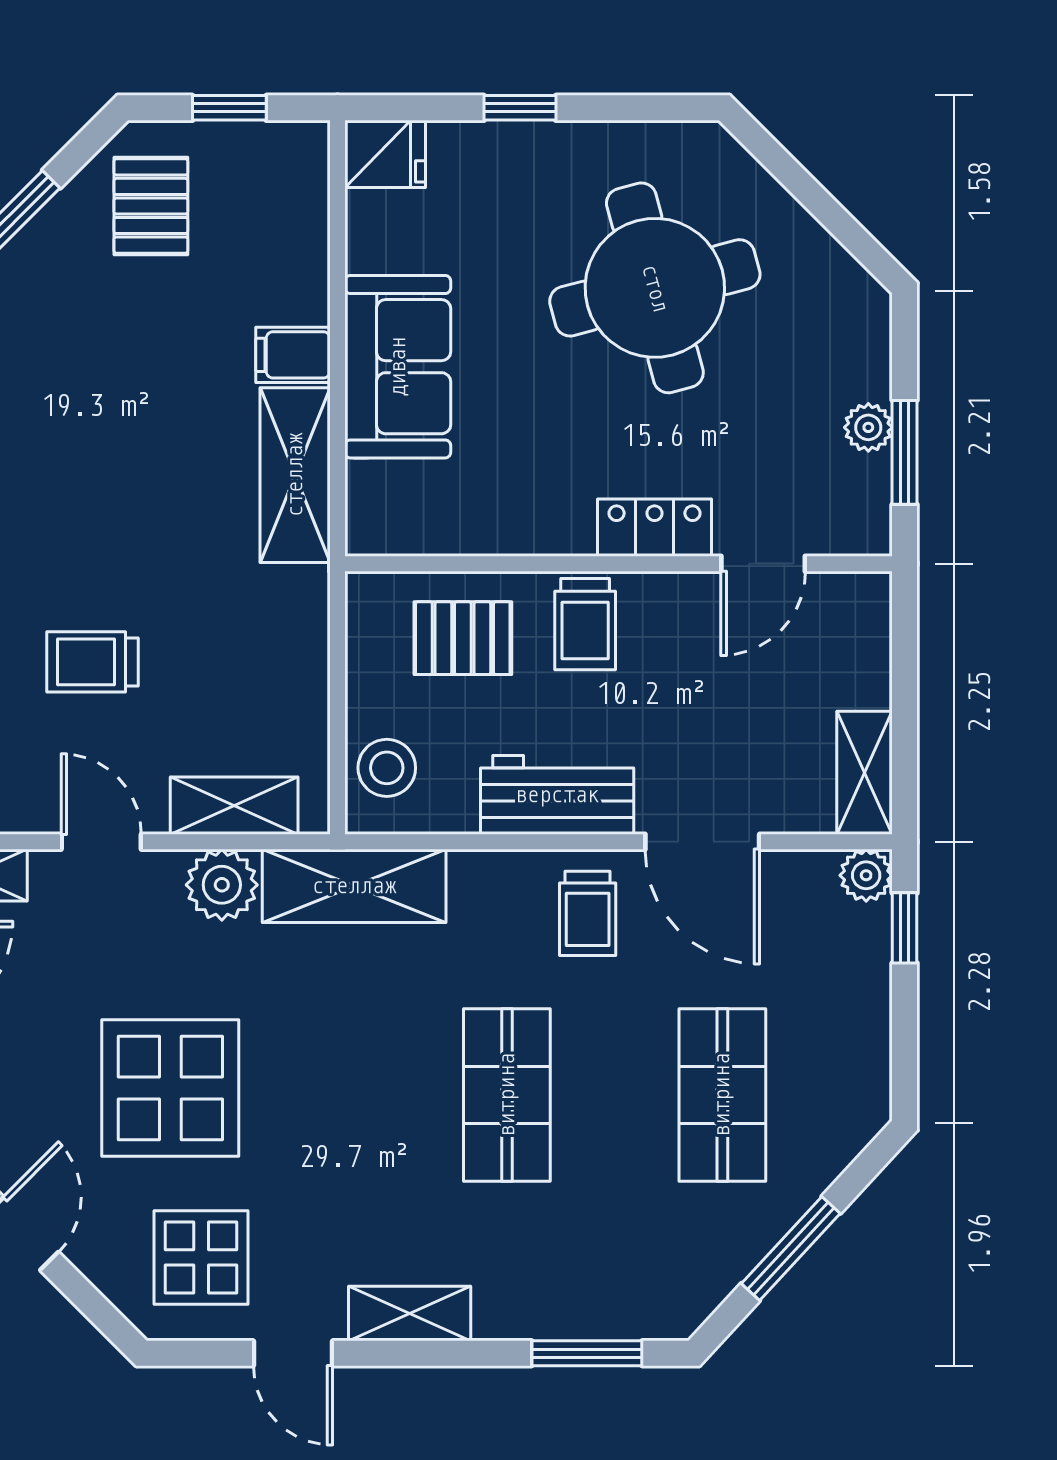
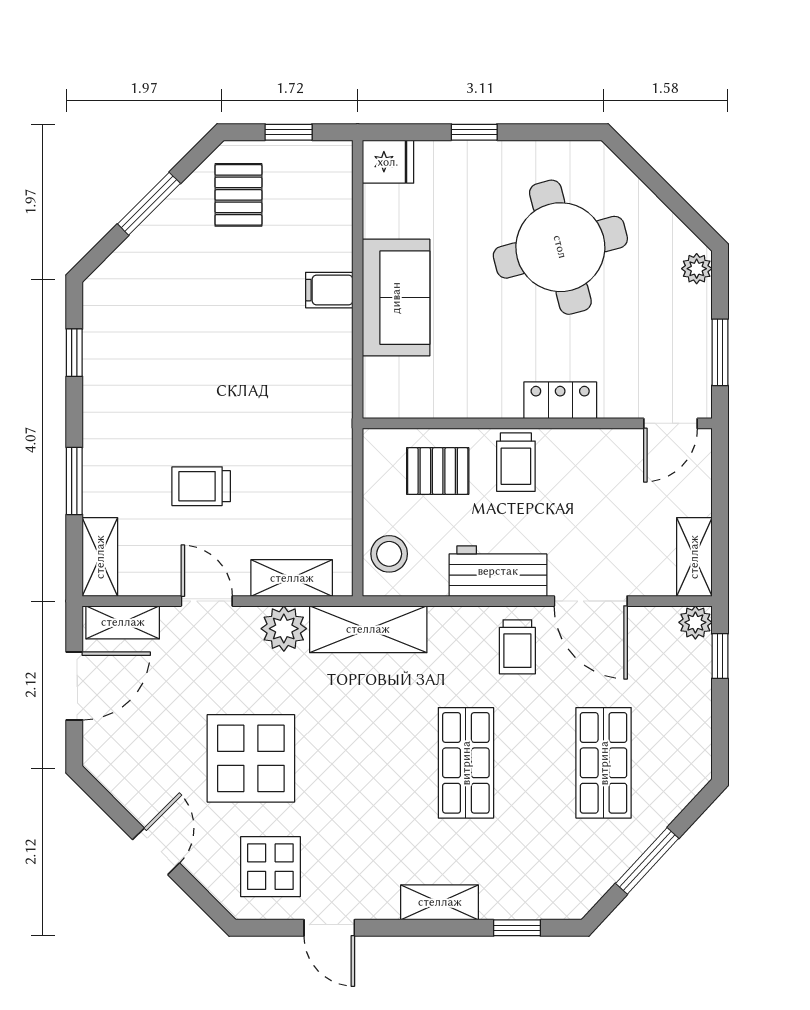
plant: (868, 427) -> (697, 269), moved
shelving: (295, 475) -> (331, 367), removed
door: (763, 564) -> (671, 423), moved
shelving: (410, 1313) -> (440, 902), moved
window: (587, 1353) -> (517, 928), width x0.67

